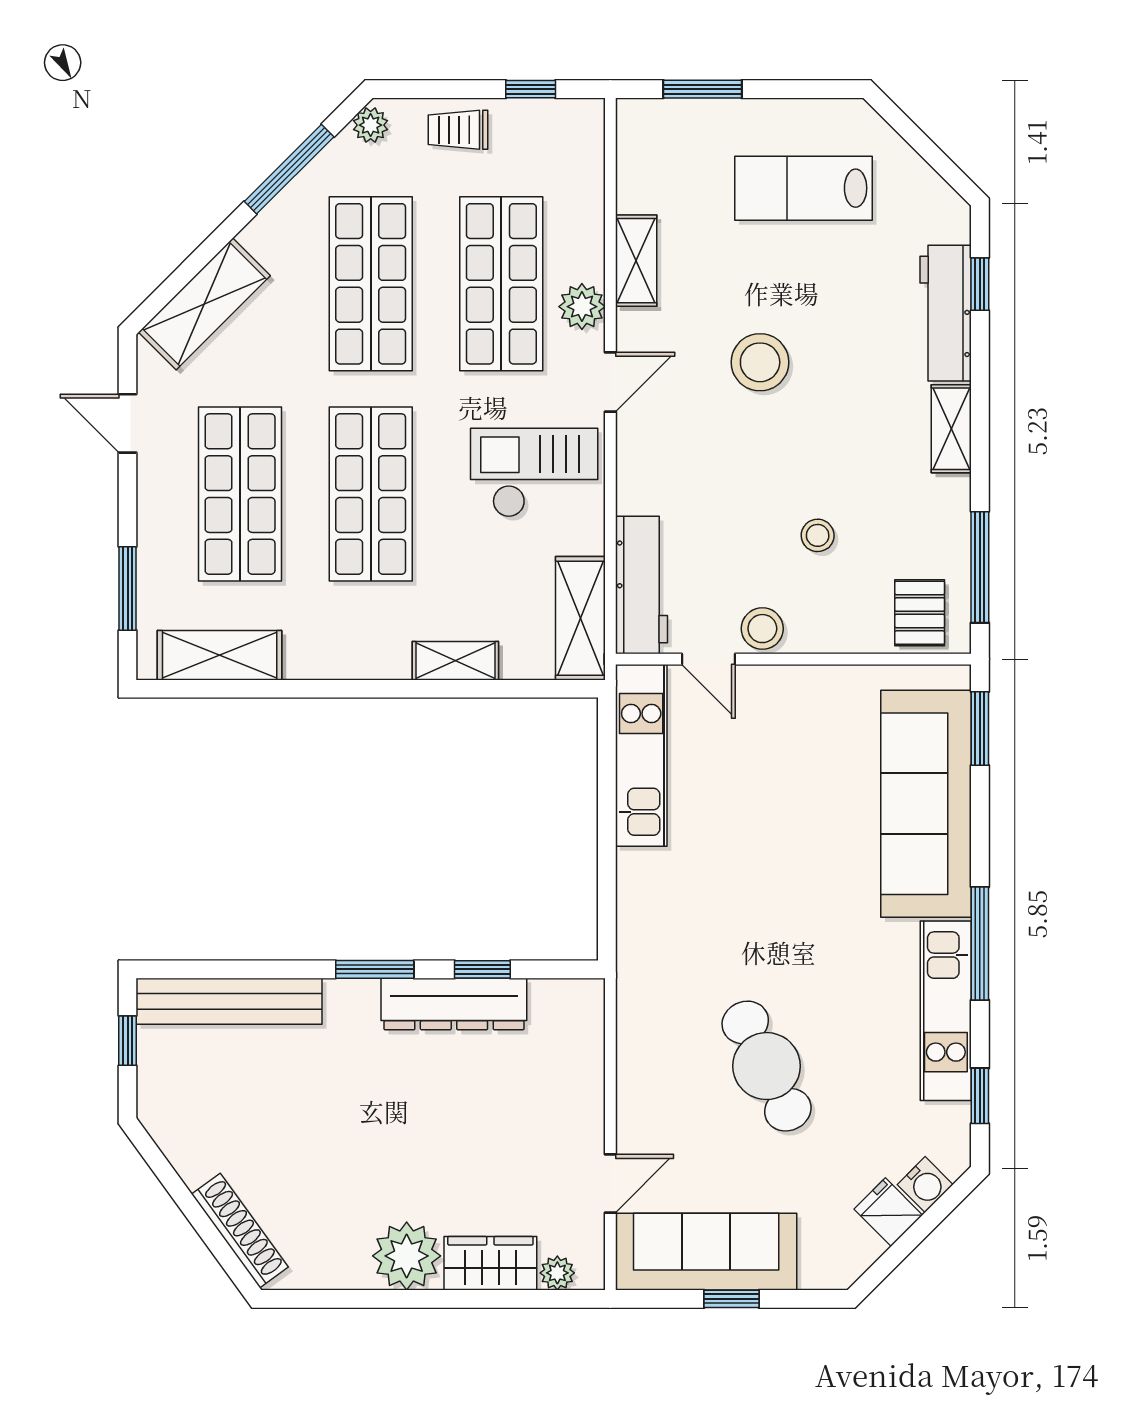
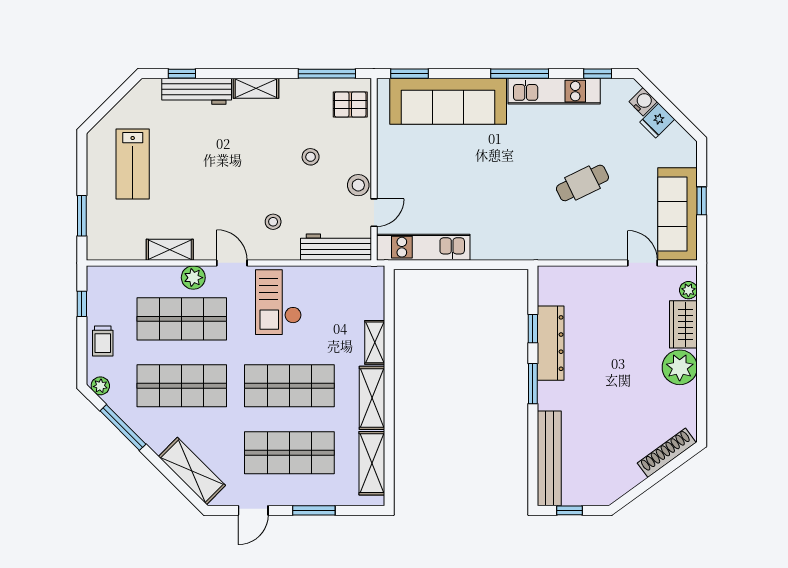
stool: (760, 362) -> (273, 222), moved, width x0.53, depth x0.53
window: (128, 588) -> (314, 510), moved
shelving: (580, 618) -> (372, 398), moved, turned 90
cafe table: (767, 1066) -> (582, 183), width x0.73, depth x0.74

